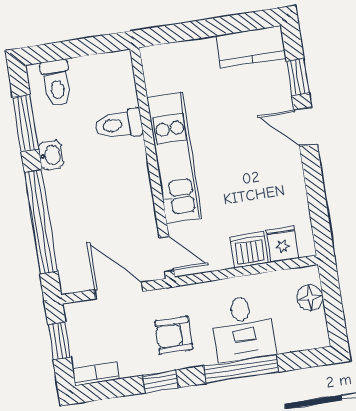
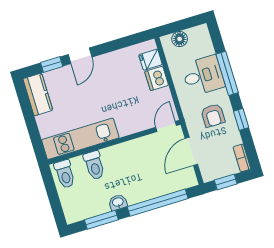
toilet: (57, 83) -> (65, 174), moved, turned 90
kitchen unit: (174, 158) -> (80, 139), moved

